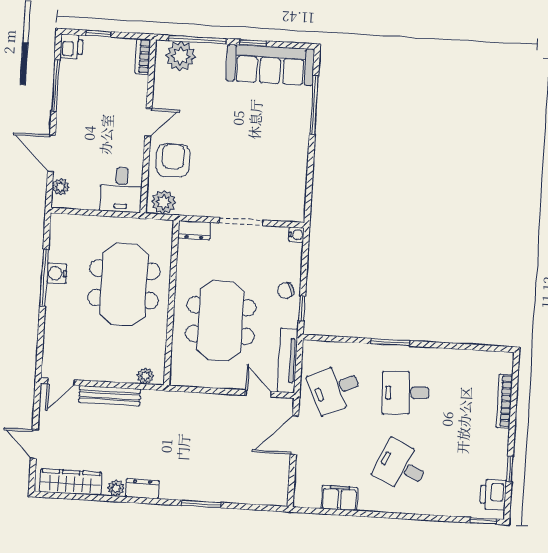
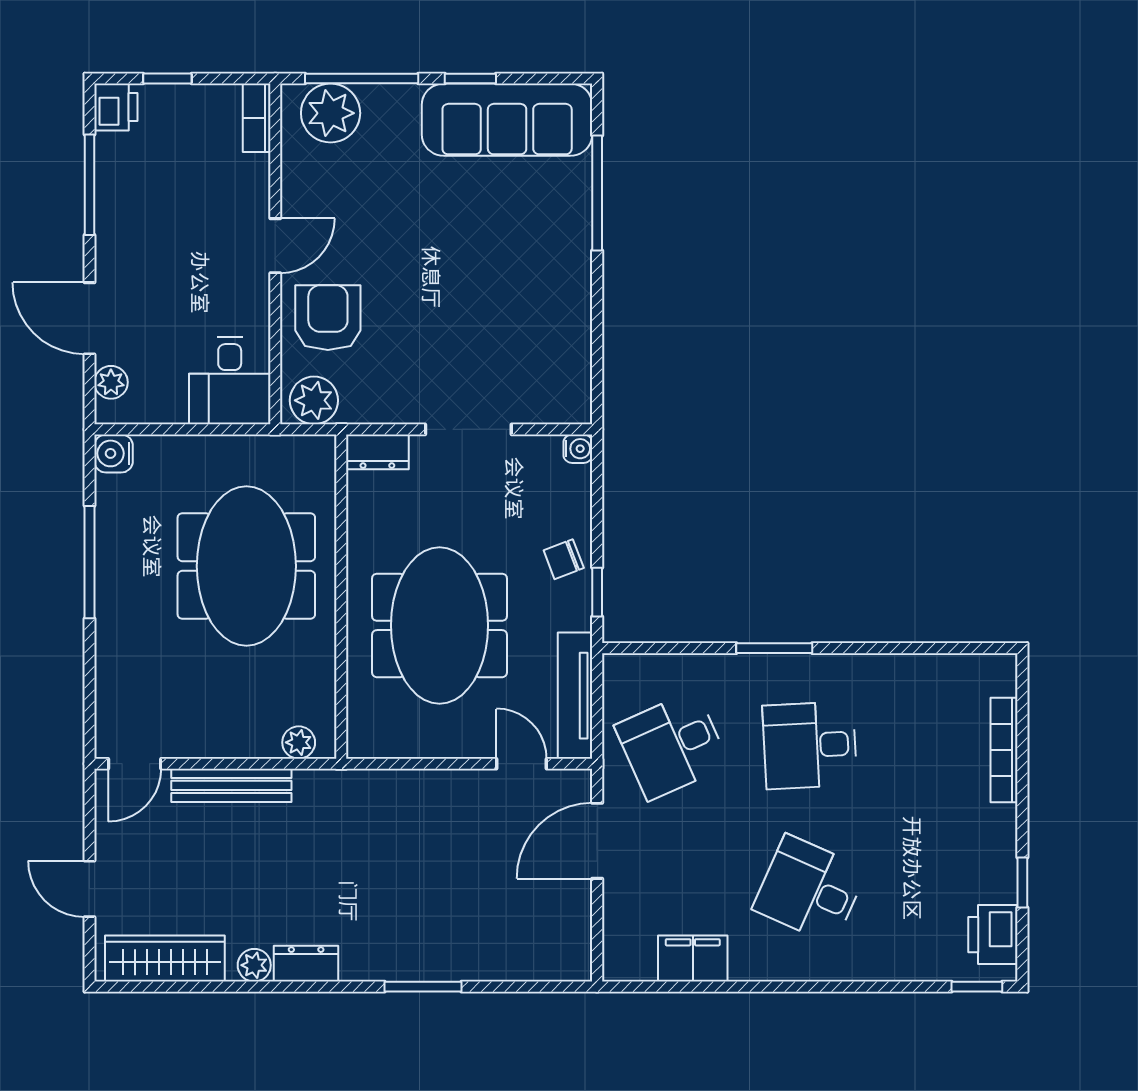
water cooler: (57, 273) -> (114, 453), moved

